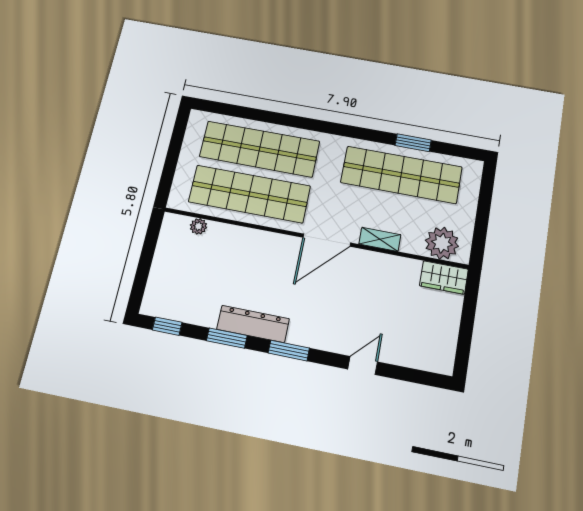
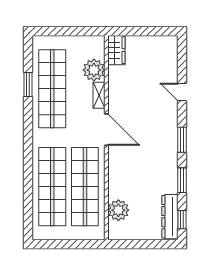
plant: (198, 226) -> (118, 210), width x1.87, depth x1.87
plant: (442, 243) -> (94, 70), moved
dresser: (253, 324) -> (170, 217), moved

